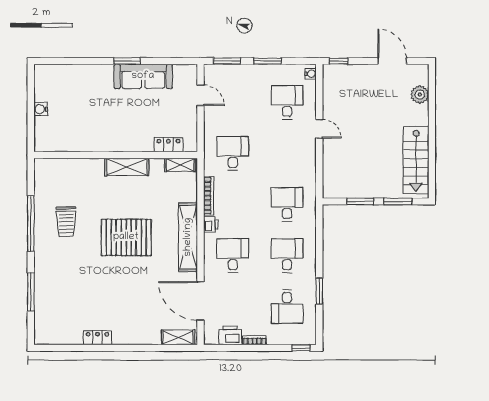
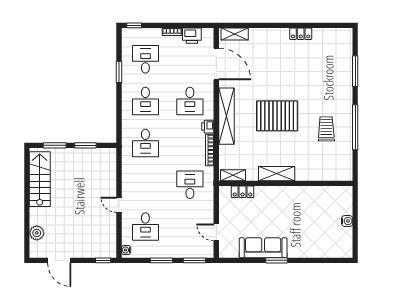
desk: (233, 153) -> (190, 185), turned 180

